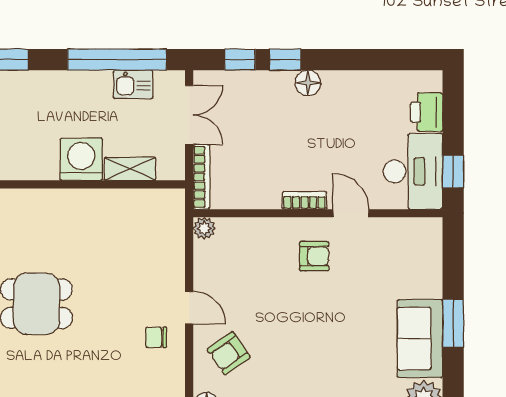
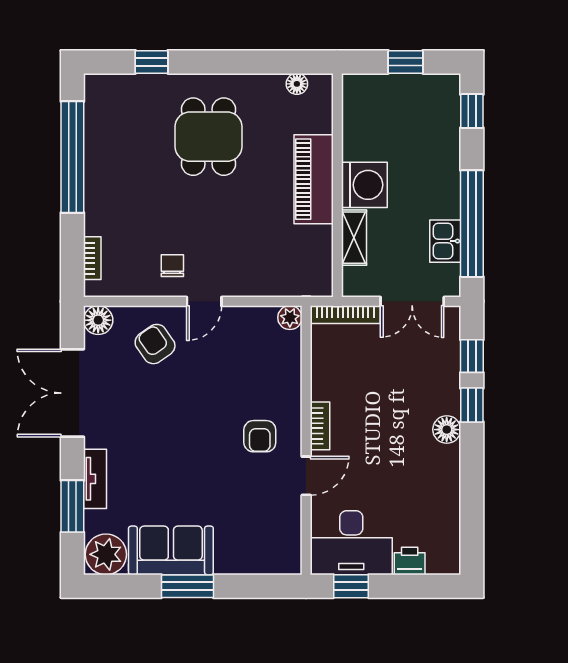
printer: (427, 112) -> (410, 561), width x0.73, depth x0.81
piano: (76, 206) -> (314, 179), added

